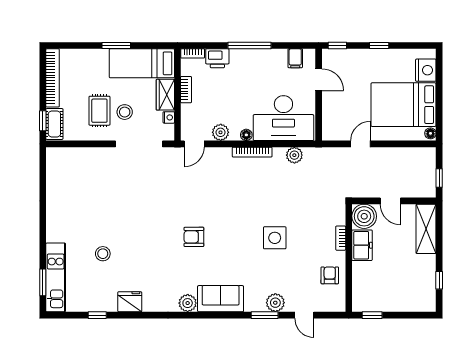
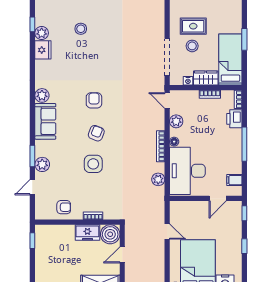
armchair: (236, 234) -> (96, 133), added
plant: (108, 303) -> (42, 33), added

